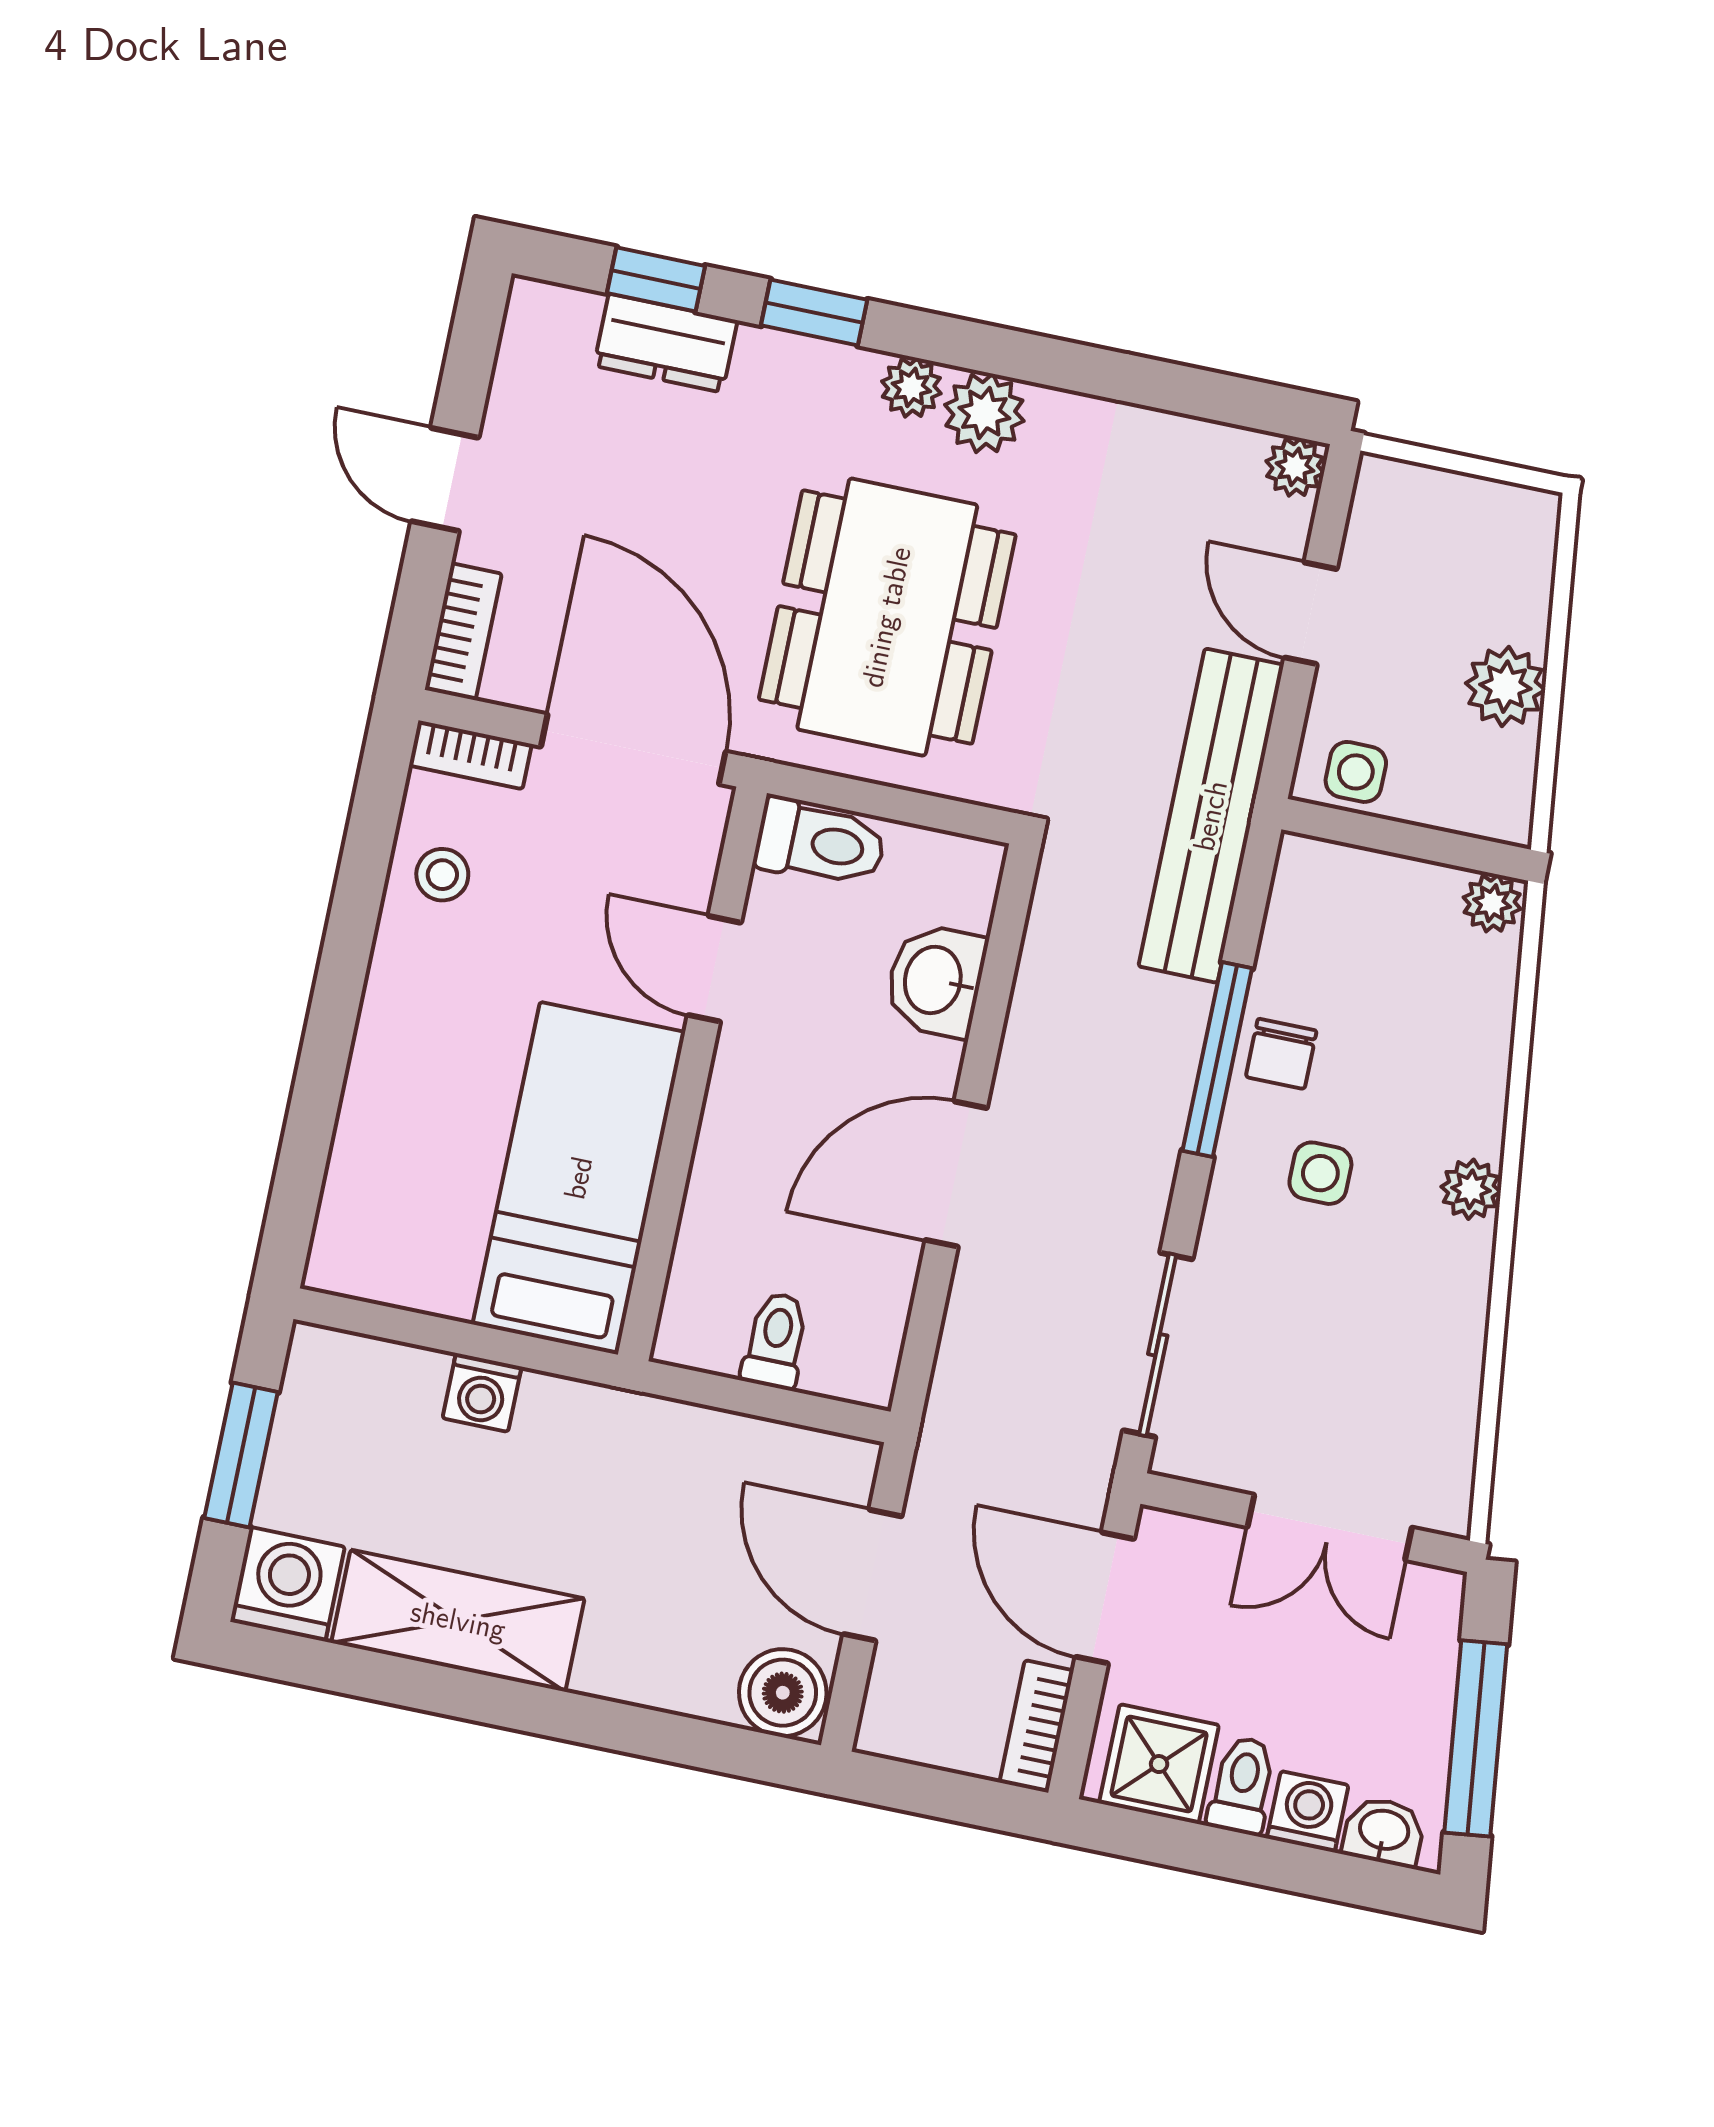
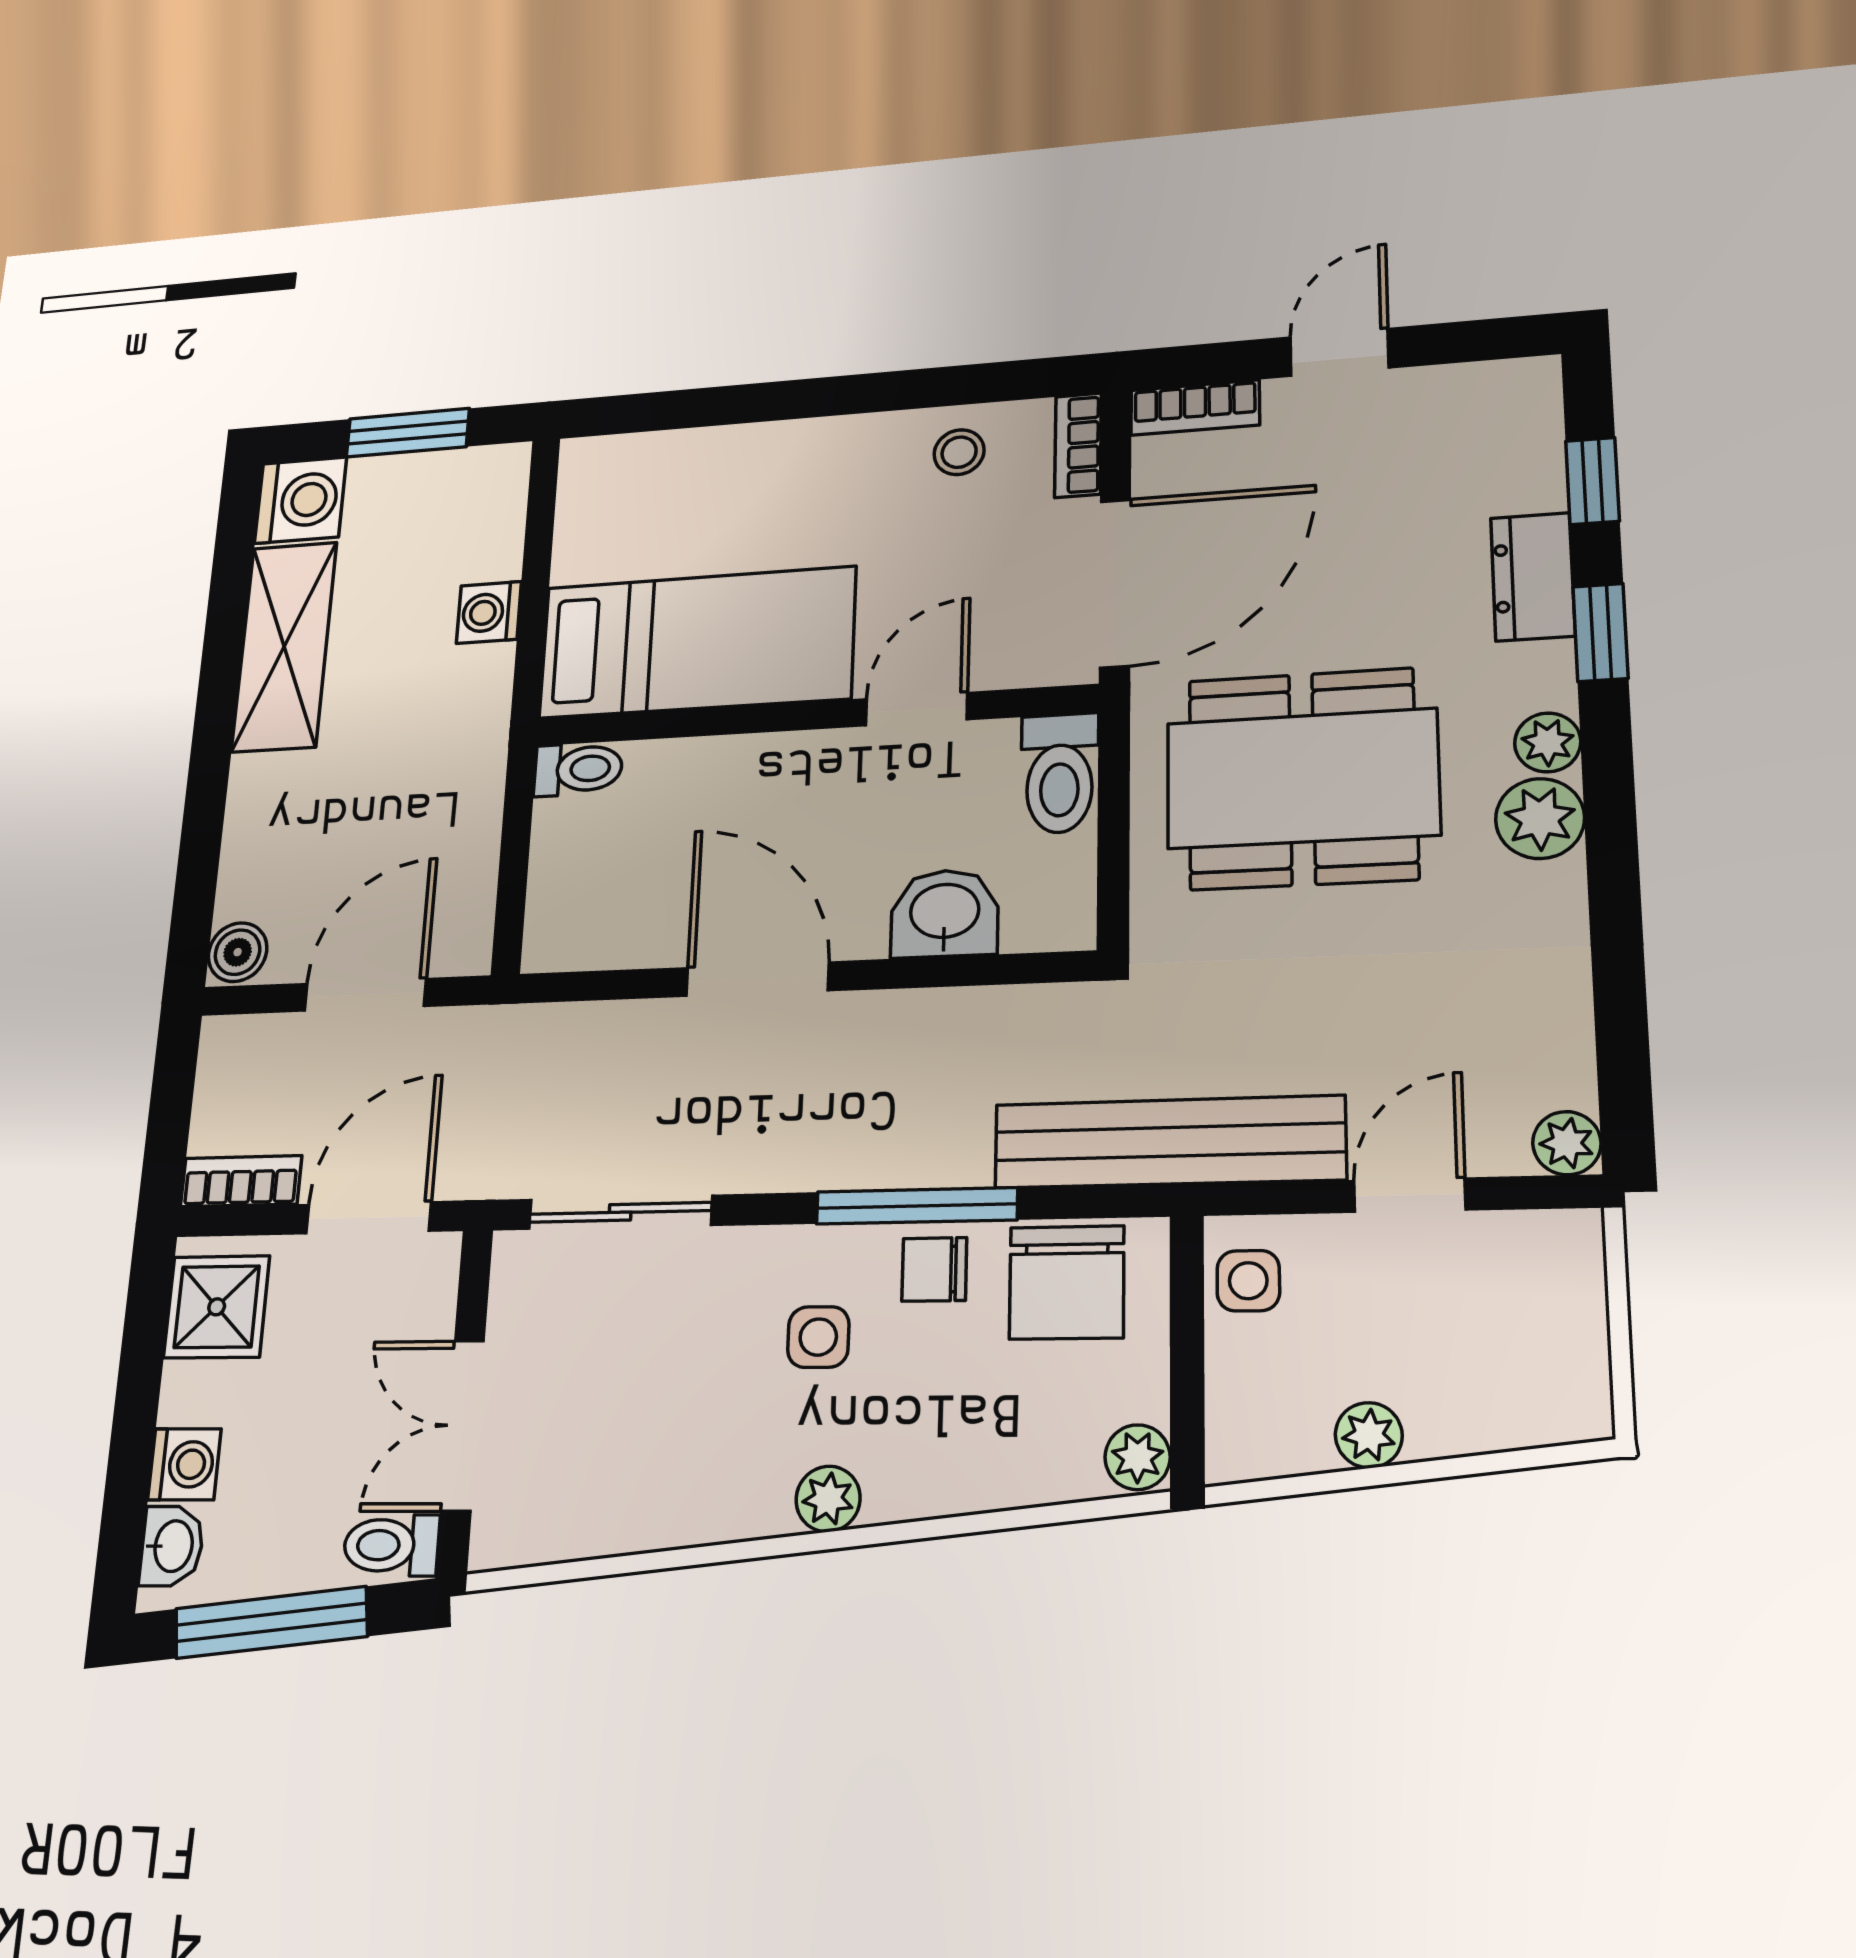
dresser: (666, 343) -> (1533, 577), moved
plant: (1505, 687) -> (1369, 1435), width x0.73, depth x0.73
chair: (1321, 935) -> (1067, 1282), added
toilet: (776, 1341) -> (578, 769), moved
boiler: (783, 1693) -> (238, 952), width x0.73, depth x0.73
toilet: (1242, 1786) -> (391, 1545), moved, turned 180

